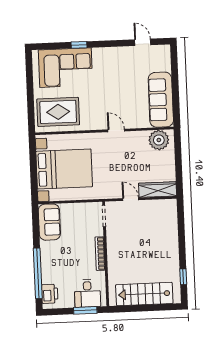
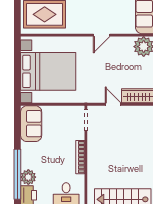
door: (116, 130) -> (102, 35), swing flipped
plant: (49, 276) -> (28, 177), added

